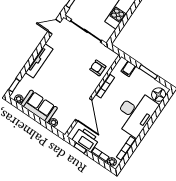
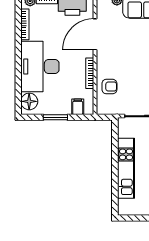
door: (84, 110) -> (95, 34), hinge flipped

